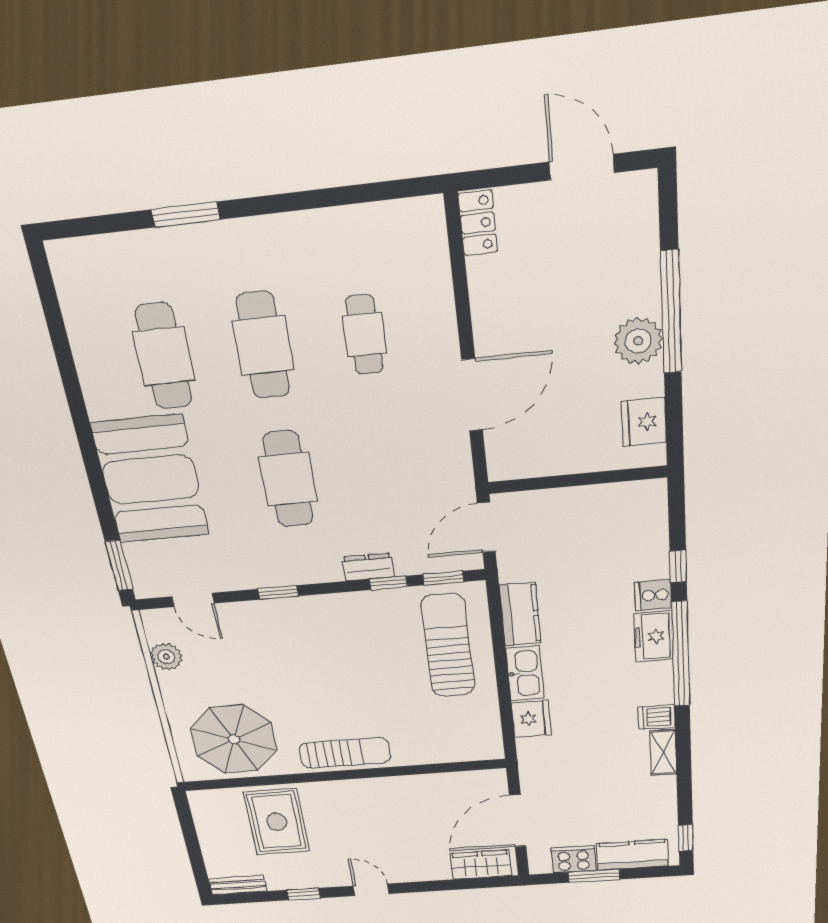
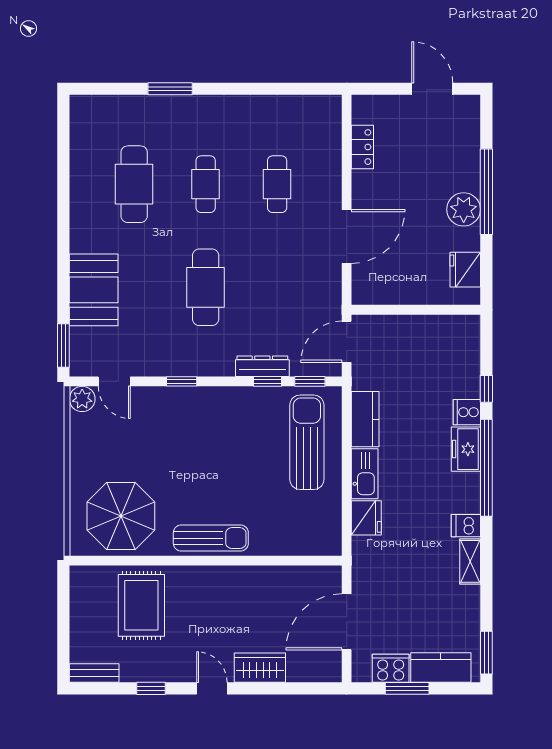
locker: (478, 223) -> (362, 147), moved
cafe table: (263, 346) -> (206, 184), width x0.73, depth x0.74
booth: (151, 480) -> (94, 290), width x0.73, depth x0.70
dresser: (368, 567) -> (262, 366), width x1.44
plant: (166, 657) -> (82, 399), moved
window: (686, 838) -> (486, 653), width x1.50
wardrobe: (481, 865) -> (260, 668), moved

